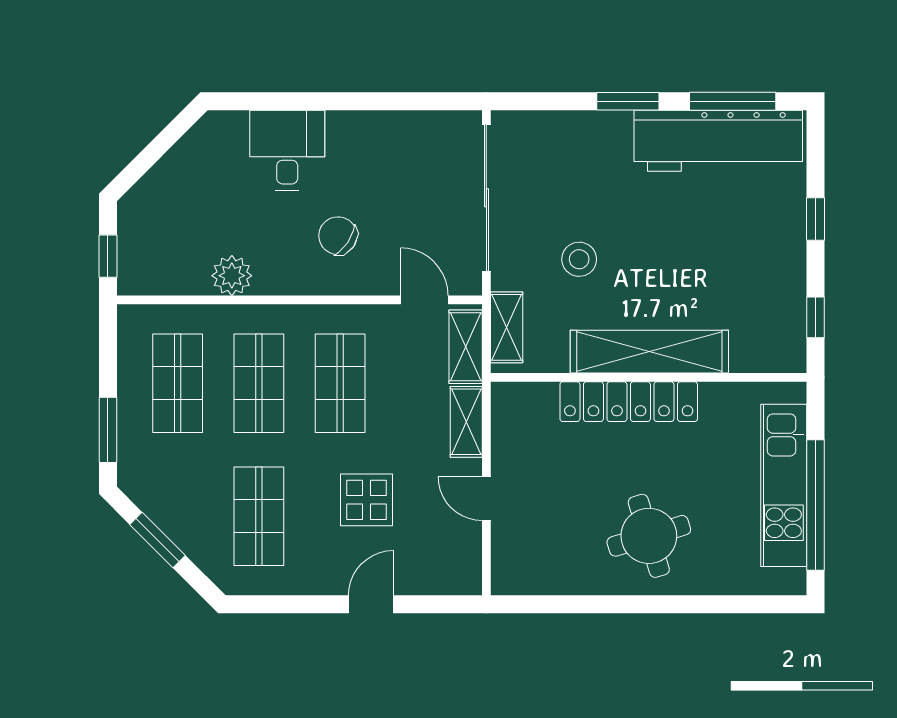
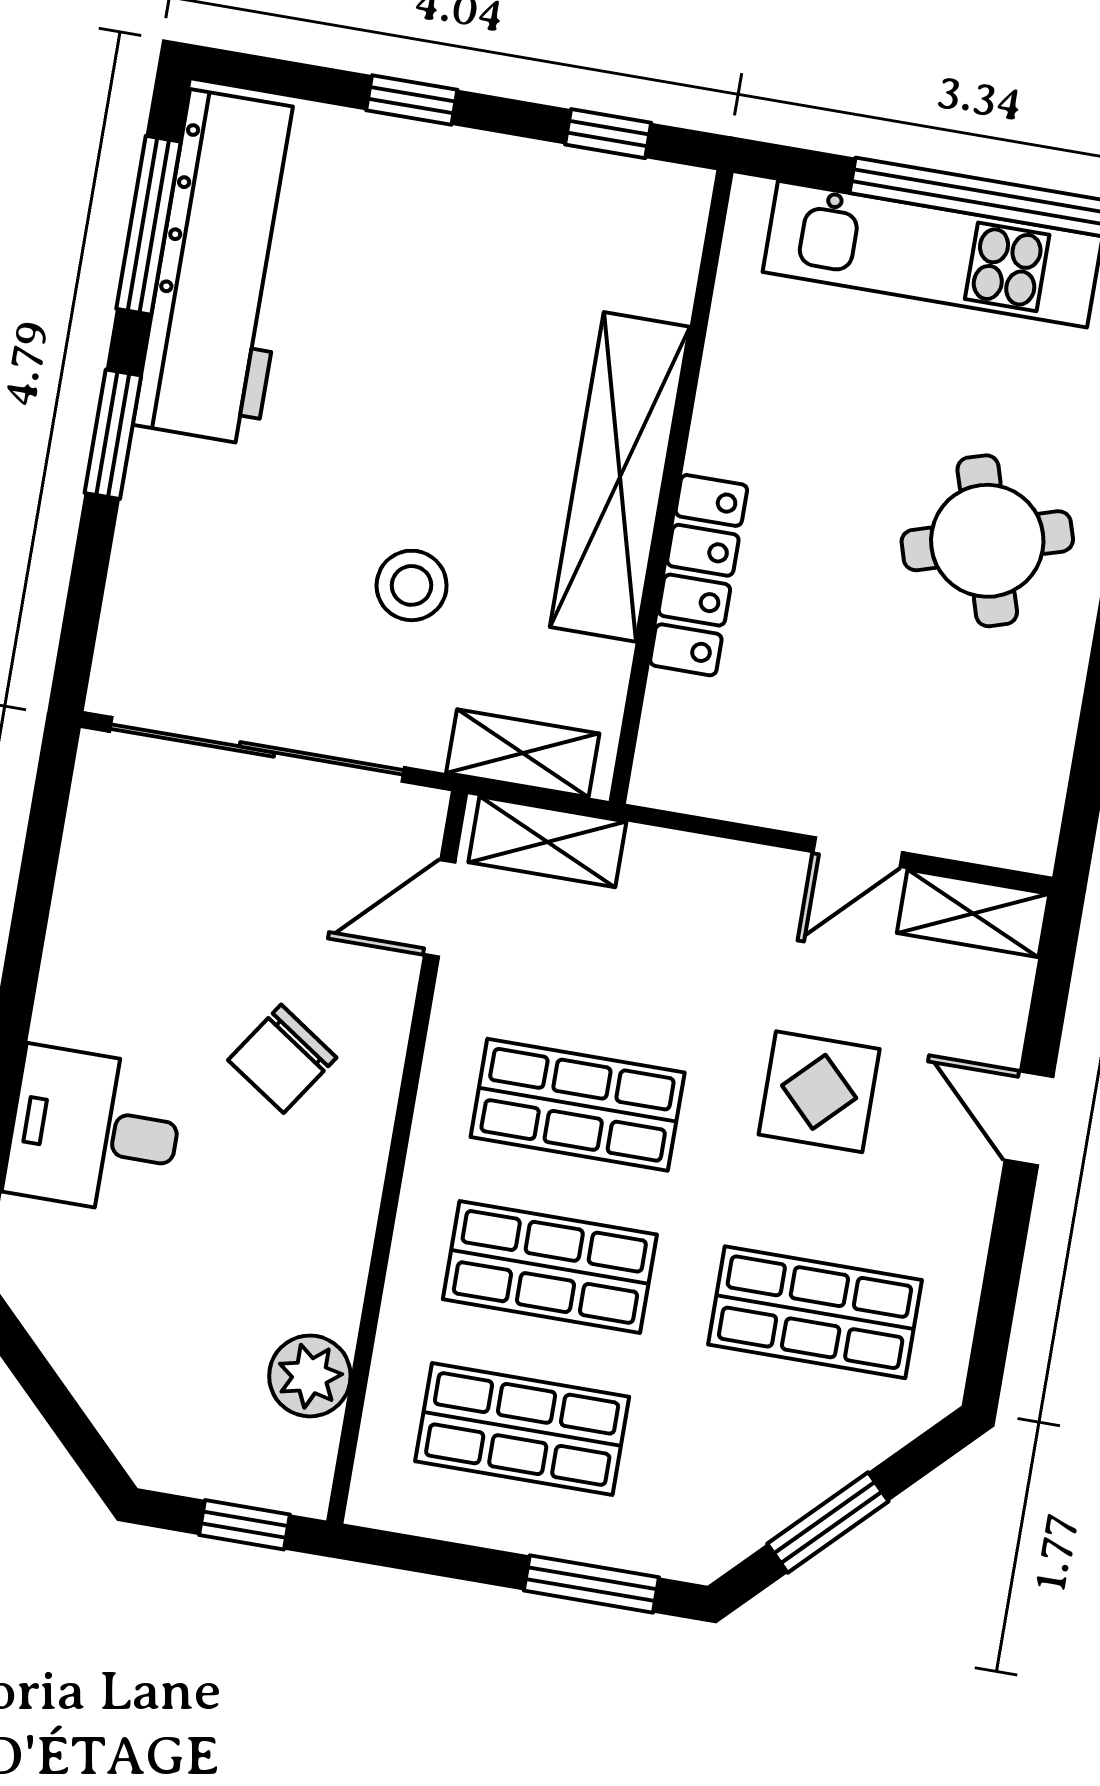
plant: (232, 276) -> (310, 1376), moved
locker: (629, 402) -> (699, 575), width x0.71, depth x0.83
shelving: (466, 422) -> (973, 913), moved

